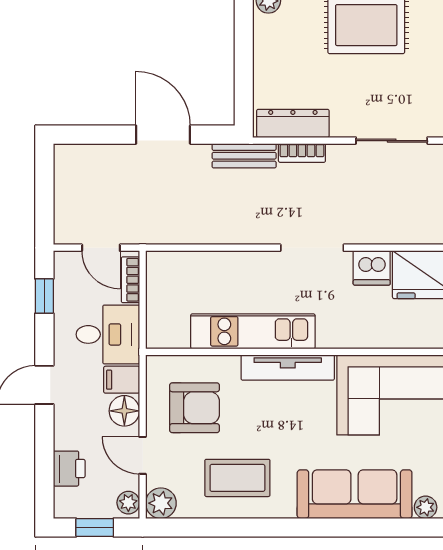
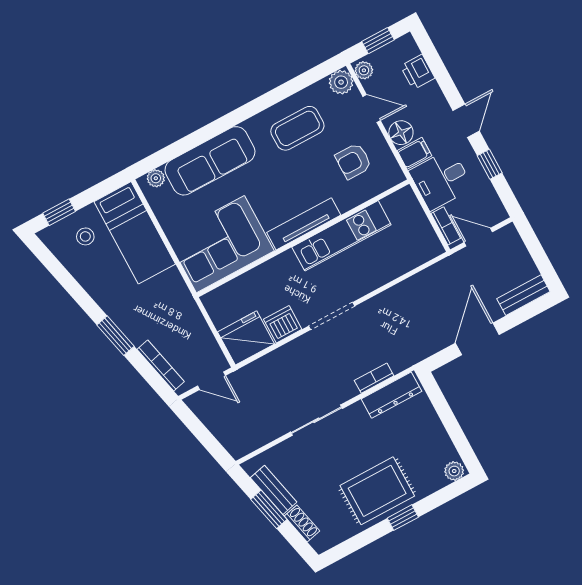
door: (163, 135) -> (477, 339), swing flipped
bench: (244, 156) -> (523, 295), moved
window: (44, 296) -> (490, 164), moved
armchair: (195, 408) -> (353, 161), width x0.72, depth x0.72

